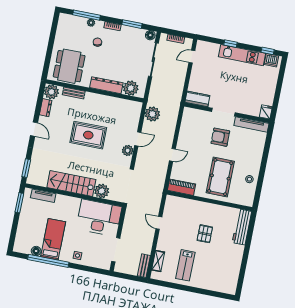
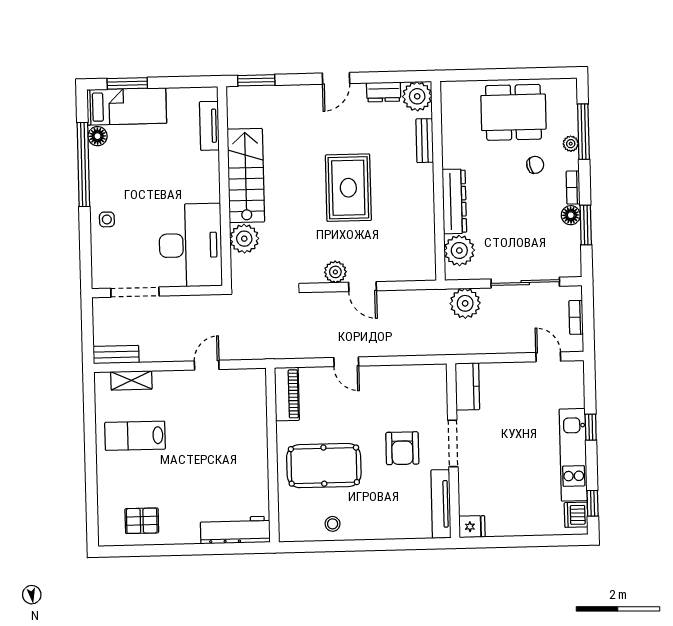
floor lamp: (150, 35) -> (571, 215), moved
dining table: (69, 66) -> (513, 112), moved
plant: (152, 114) -> (465, 303), moved
armchair: (220, 137) -> (402, 448), turned 180
window: (19, 203) -> (127, 83), moved
pallet: (205, 234) -> (142, 521), moved
bed: (53, 239) -> (127, 106), moved

